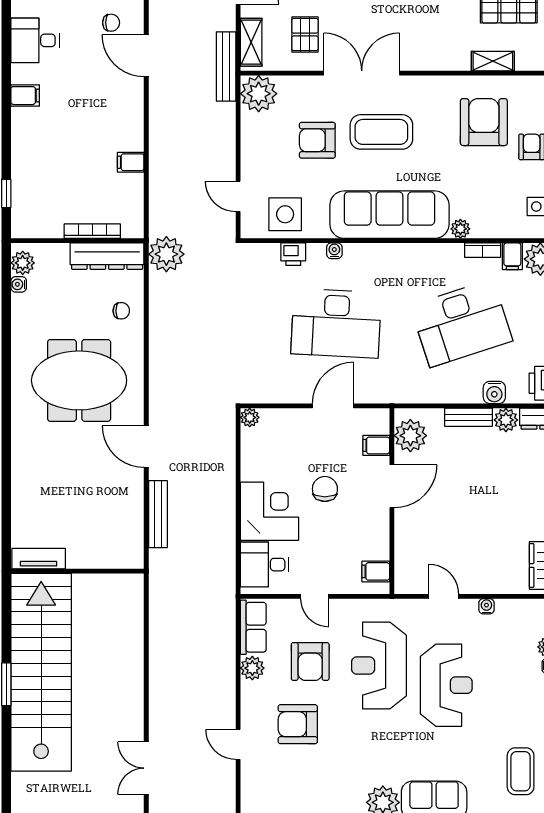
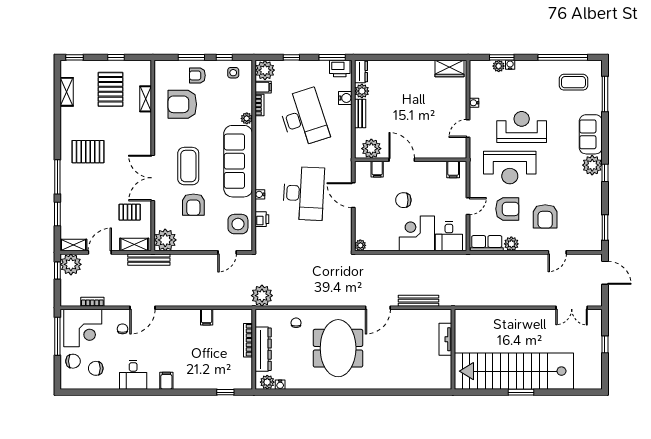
dresser: (107, 256) -> (263, 349), moved
tv unit: (39, 559) -> (445, 339), moved

